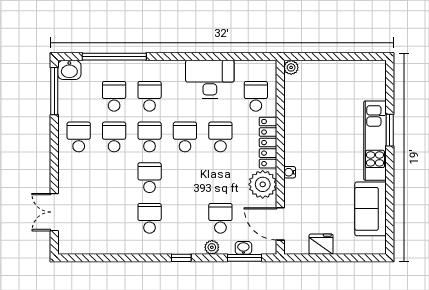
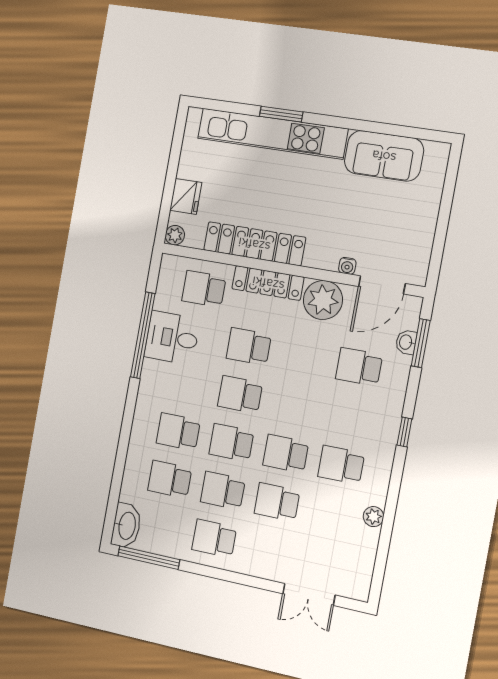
window: (114, 57) -> (143, 335), moved
washbasin: (69, 70) -> (126, 526), width x1.38
desk: (210, 79) -> (172, 338), width x0.73
locker: (294, 128) -> (254, 244), added
kitchen unit: (375, 141) -> (272, 134), width x1.36
water cooler: (290, 172) -> (347, 266), moved
school desk: (114, 178) -> (277, 502), added
fridge: (321, 244) -> (186, 196), moved, turned 180
plant: (212, 247) -> (373, 517), moved

